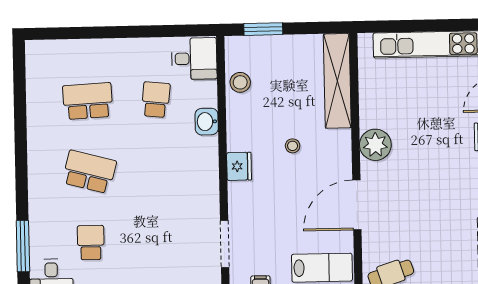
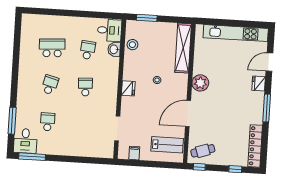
washbasin: (207, 122) -> (114, 49), moved
school desk: (157, 170) -> (85, 87), added
school desk: (89, 172) -> (50, 85), width x0.54

